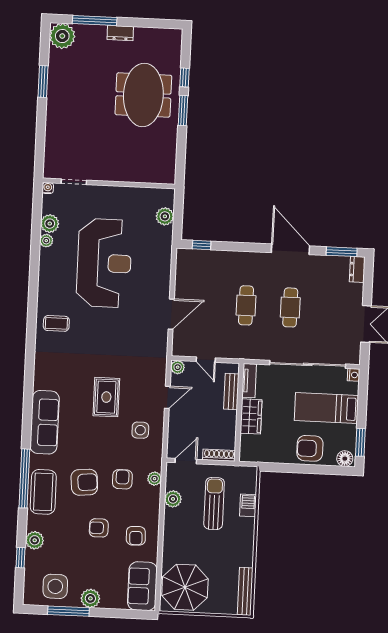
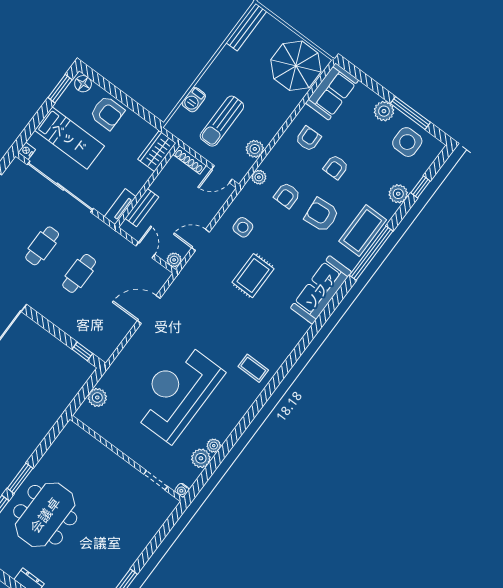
wardrobe: (251, 416) -> (157, 151), moved
armchair: (99, 528) -> (336, 167), turned 90

